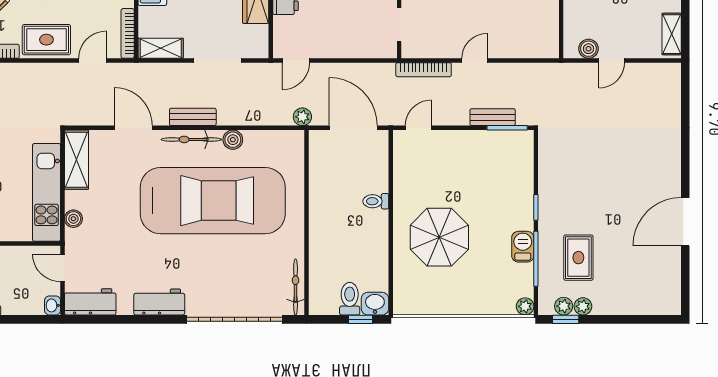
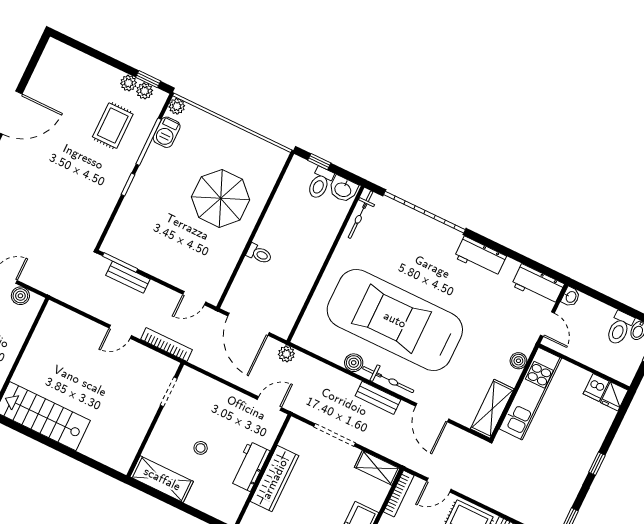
barbecue: (523, 247) -> (167, 132), moved
washbasin: (375, 304) -> (343, 189), moved

